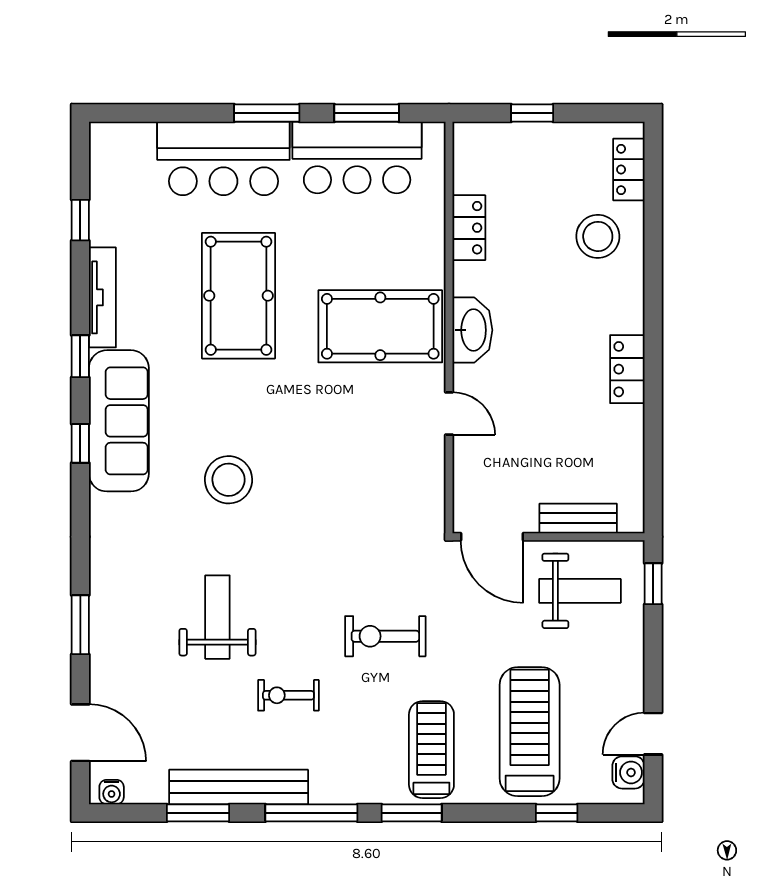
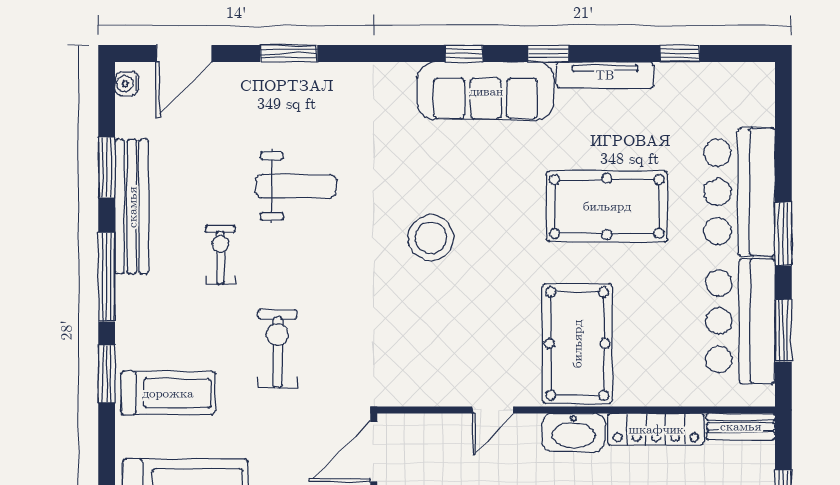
bench: (466, 157) -> (741, 426), added
locker: (469, 228) -> (656, 429), width x1.53
stool: (229, 480) -> (431, 238), moved

